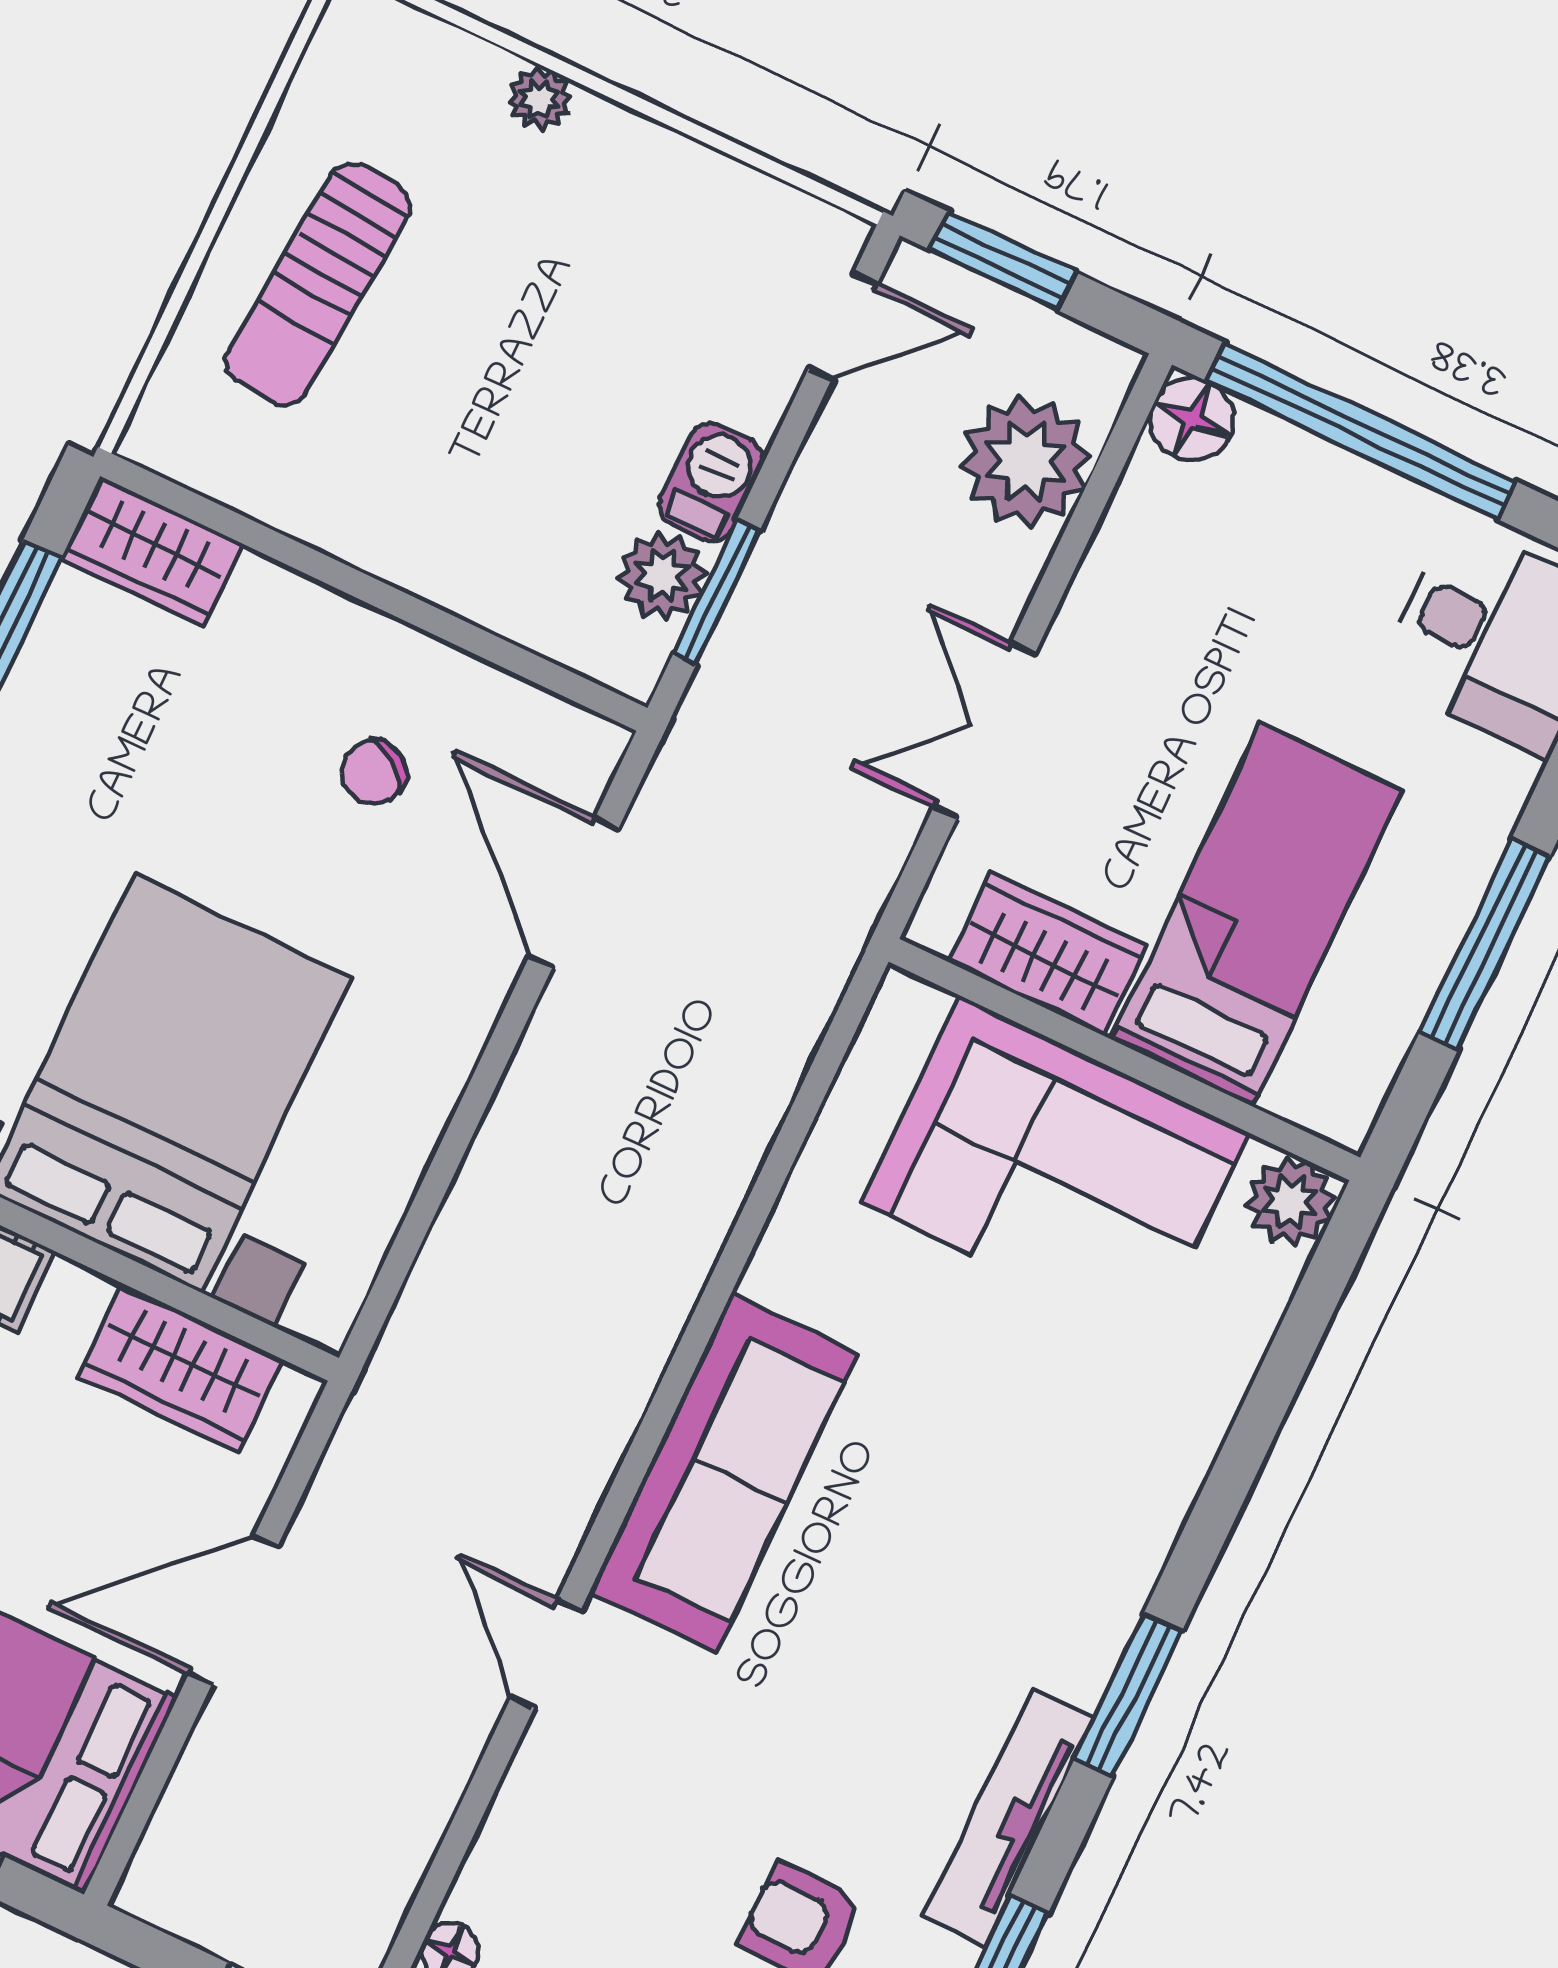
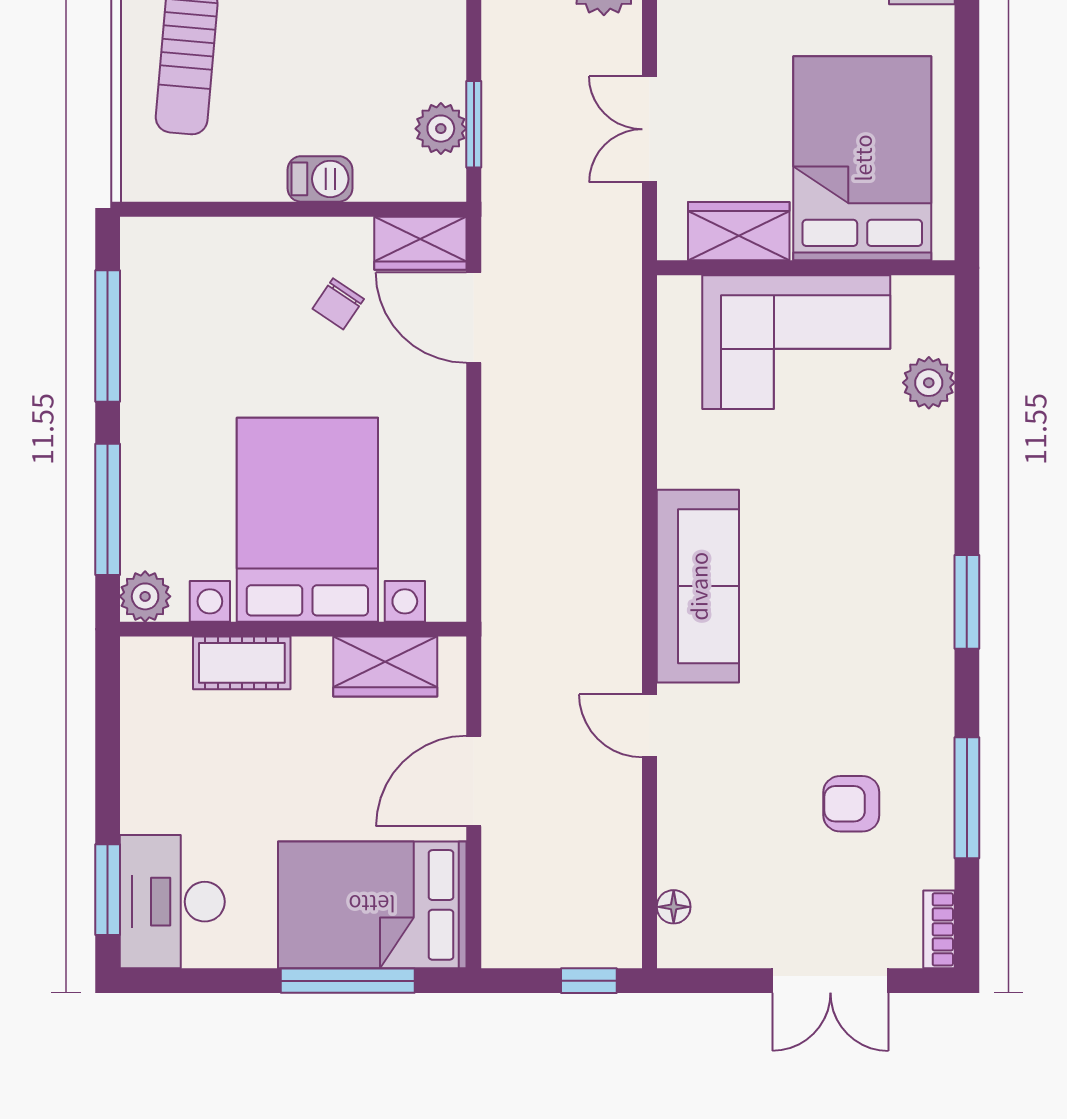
barbecue: (711, 482) -> (320, 179), moved, turned 90
wardrobe: (152, 551) -> (420, 243), moved
bed: (1257, 915) -> (862, 158), width x1.50
window: (1485, 944) -> (967, 117), removed
plant: (1290, 1201) -> (929, 383), moved
tv unit: (1009, 1818) -> (935, 696), removed

